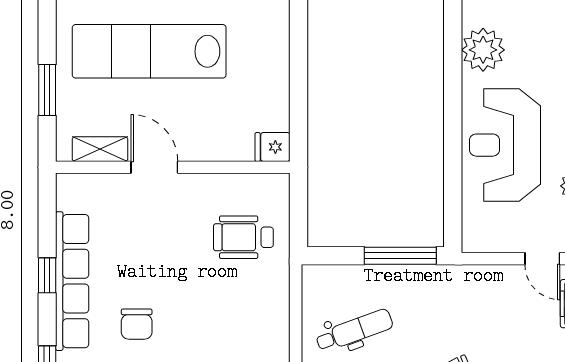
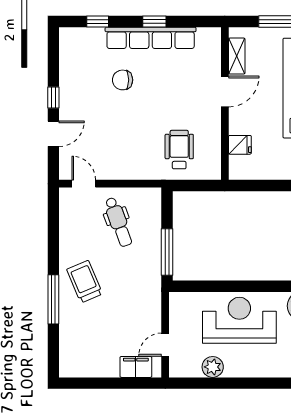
fridge: (273, 147) -> (240, 145), moved, turned 90

